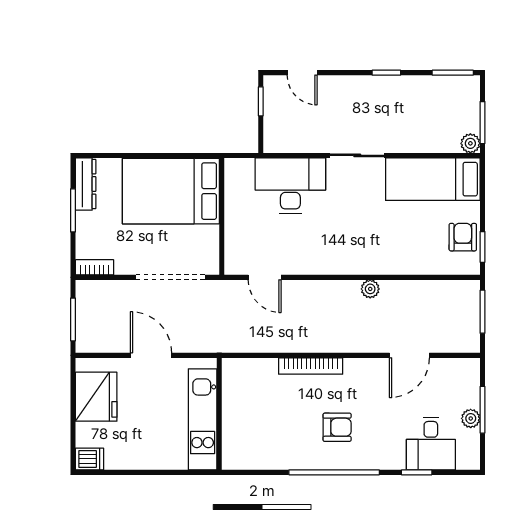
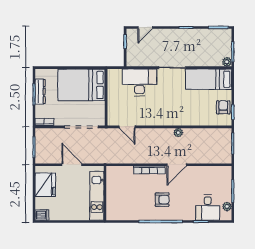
door: (302, 73) -> (145, 27), hinge flipped
dresser: (86, 184) -> (40, 92), moved
door: (409, 355) -> (177, 165), moved
plant: (471, 418) -> (227, 206), moved

